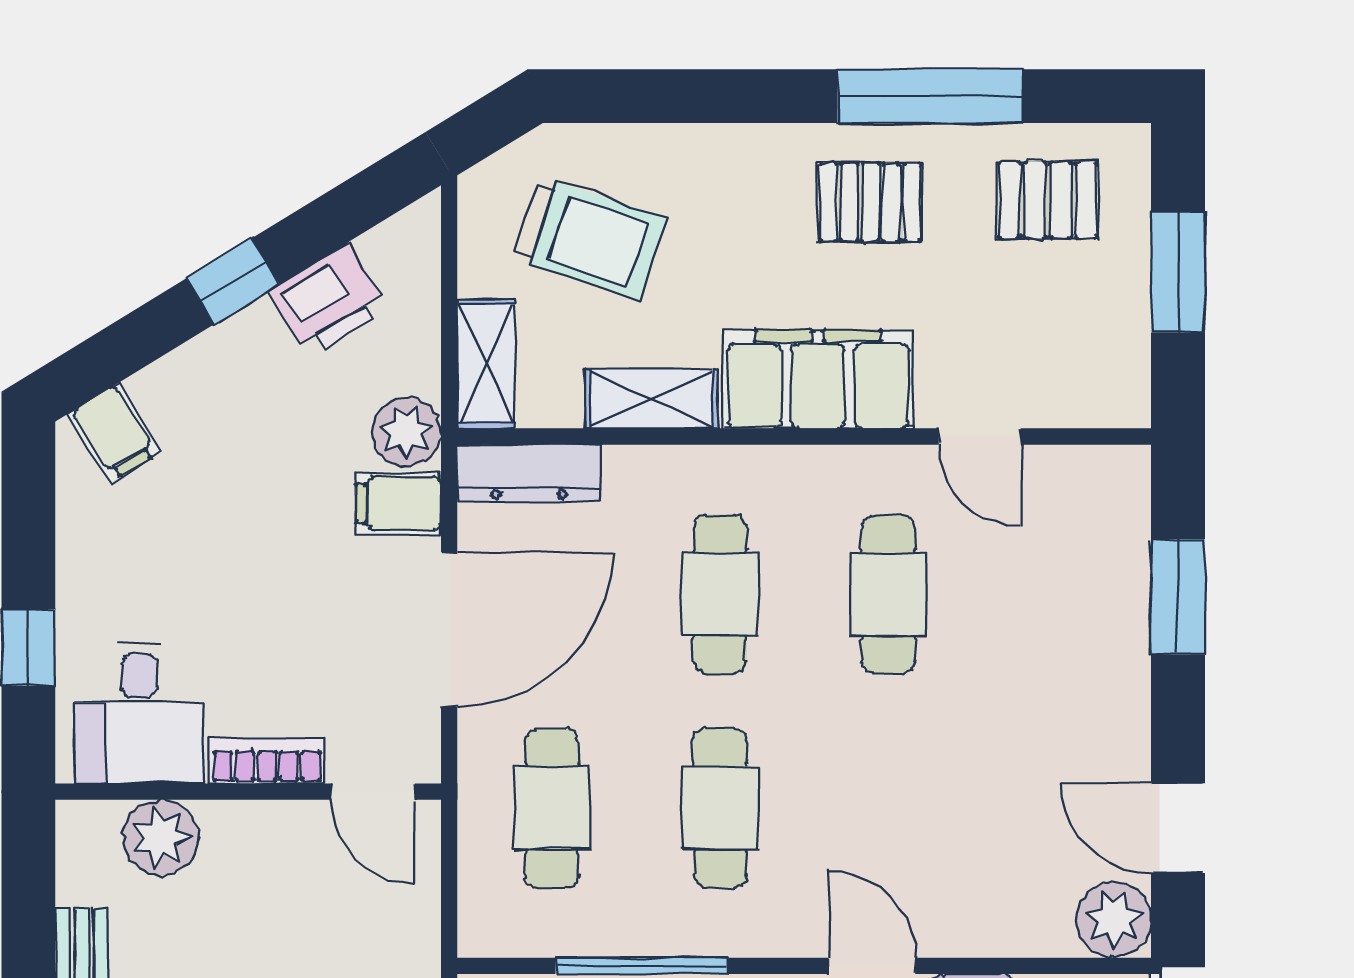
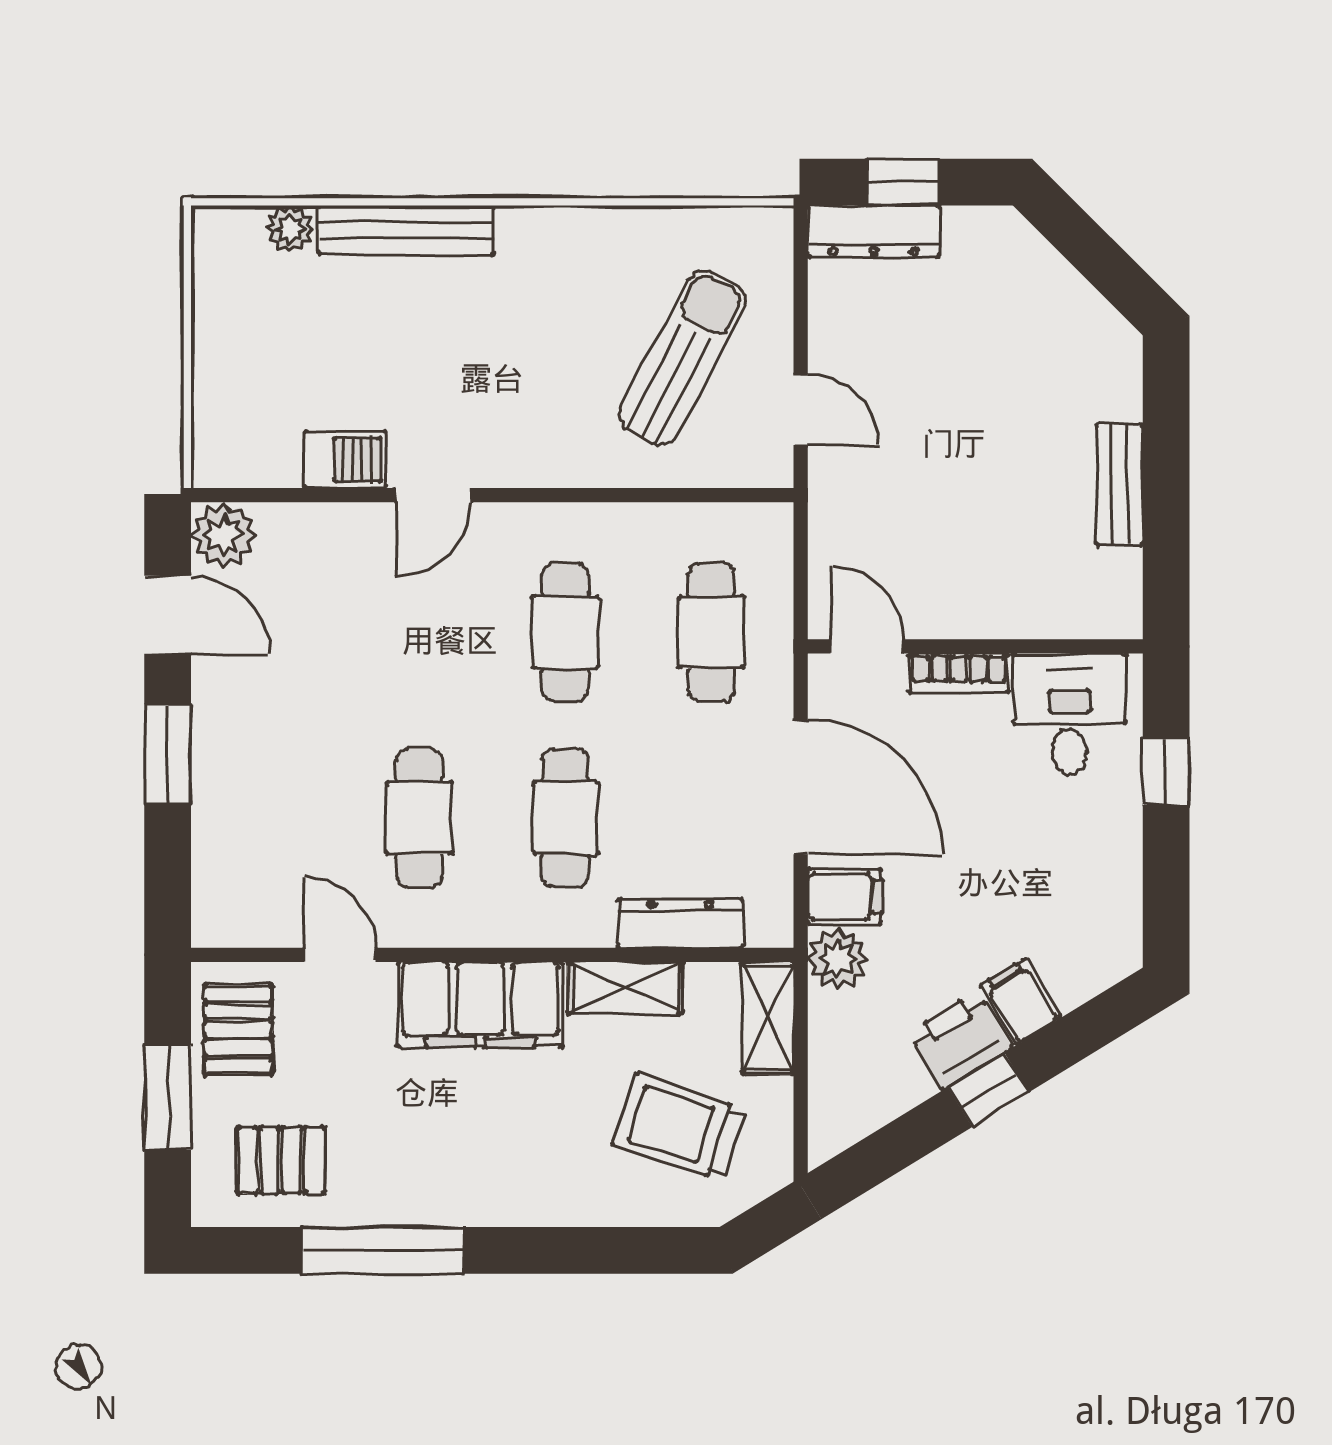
pallet: (870, 202) -> (238, 1030), moved, turned 90
printer: (328, 300) -> (960, 1040), moved
filing cabinet: (114, 433) -> (1021, 1002), moved
dresser: (529, 473) -> (680, 923), moved
window: (1178, 597) -> (168, 754), moved
door: (449, 630) -> (801, 787), swing flipped
plant: (161, 838) -> (1051, 606), removed
window: (641, 966) -> (634, 495), removed
door: (872, 966) -> (434, 495), hinge flipped

